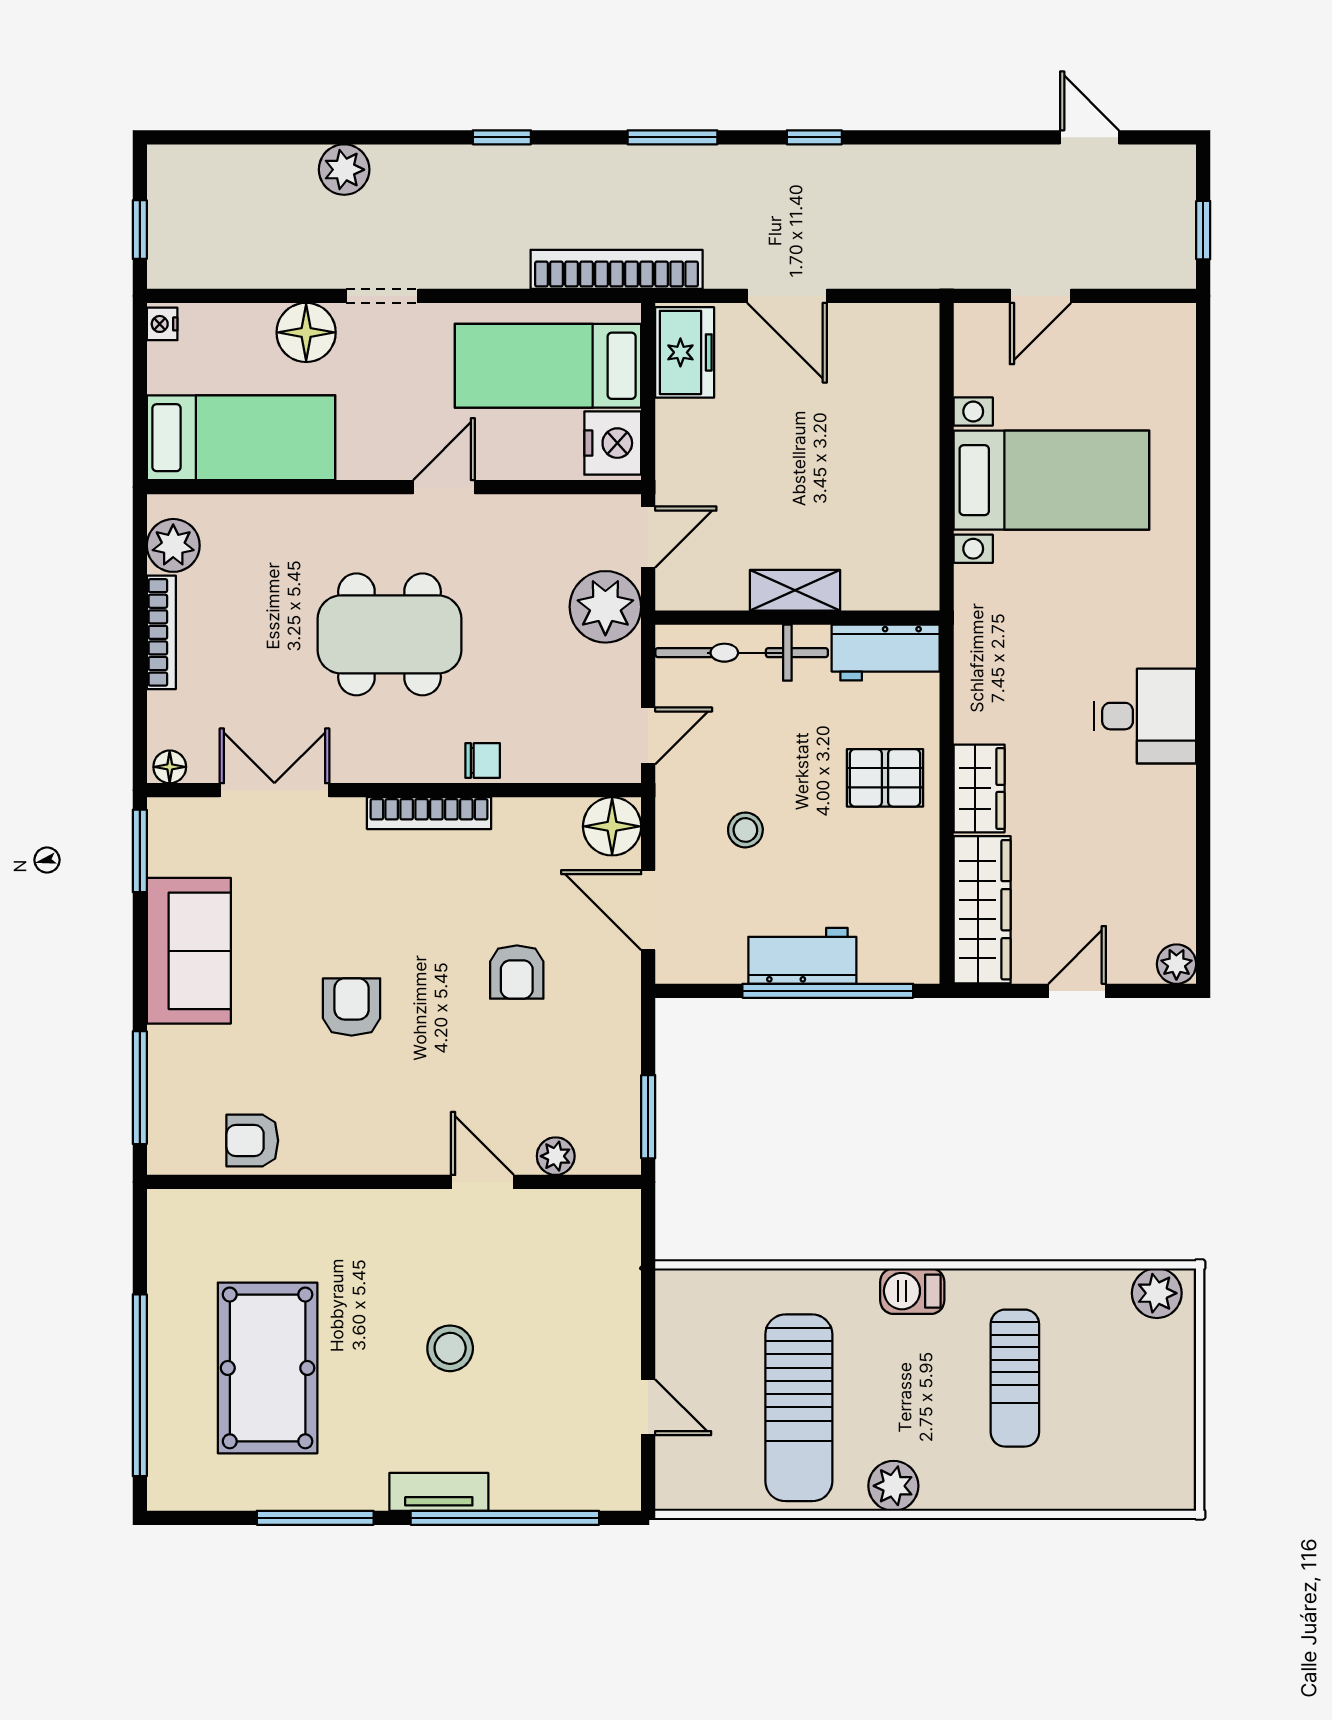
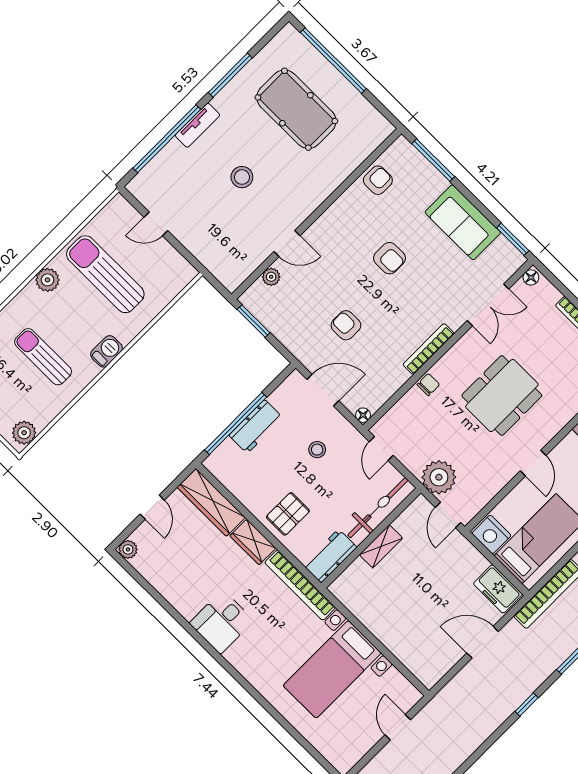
bookcase: (973, 654) -> (300, 585), added
chair: (483, 761) -> (428, 385), turned 180
floor lamp: (612, 826) -> (363, 415), width x0.53, depth x0.53

